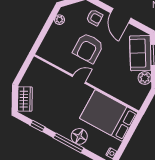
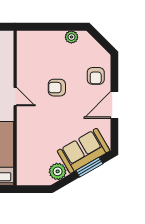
armchair: (88, 48) -> (57, 88), width x0.53, depth x0.53

